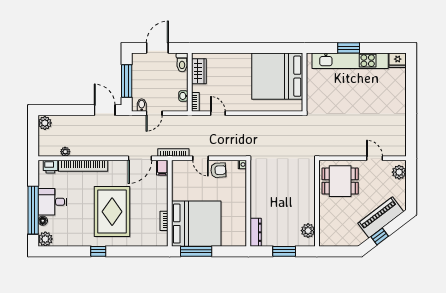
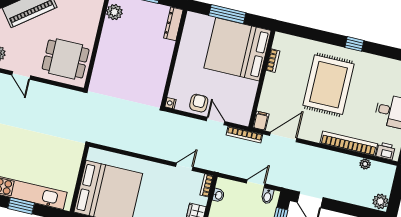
door: (218, 113) -> (184, 167), swing flipped
armchair: (218, 170) -> (199, 103), turned 93
window: (196, 251) -> (227, 14), moved

